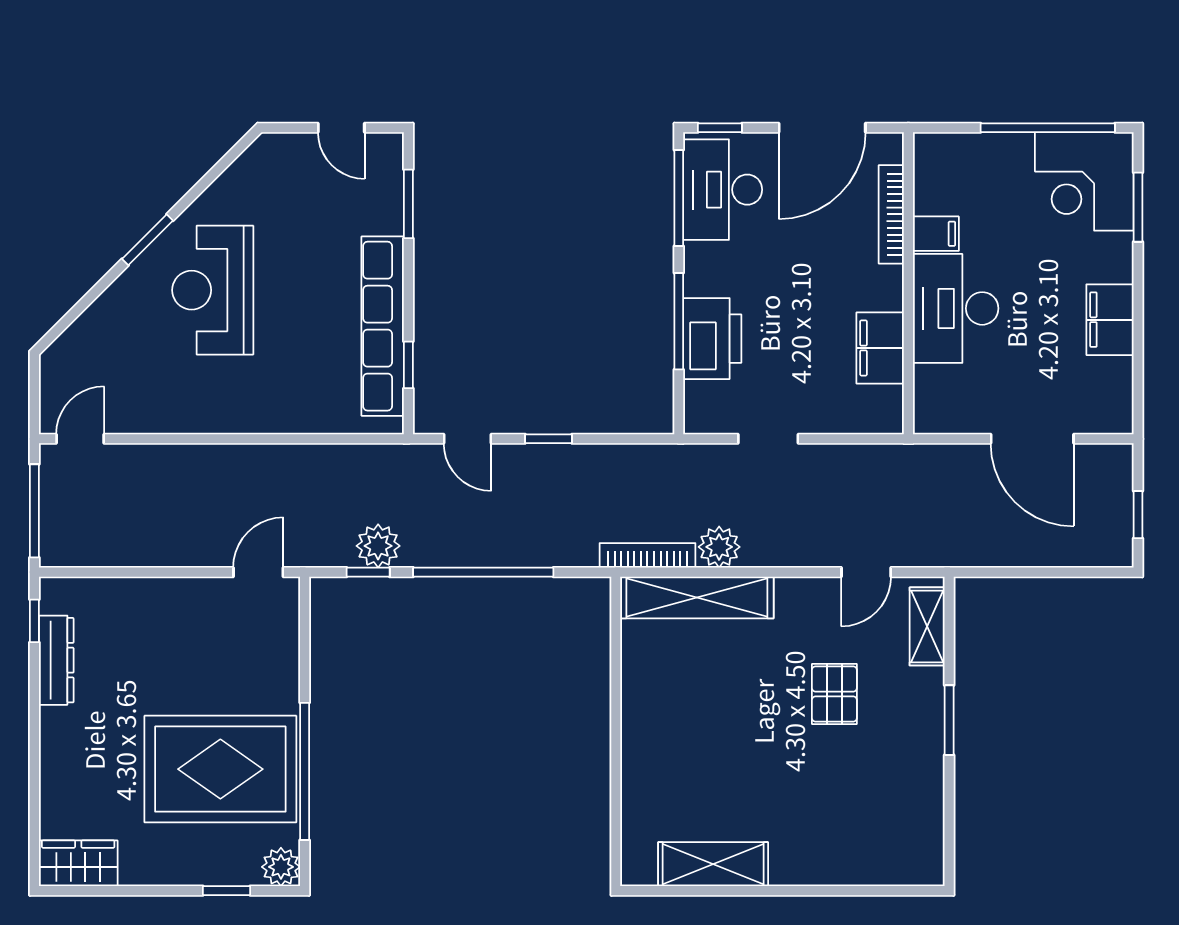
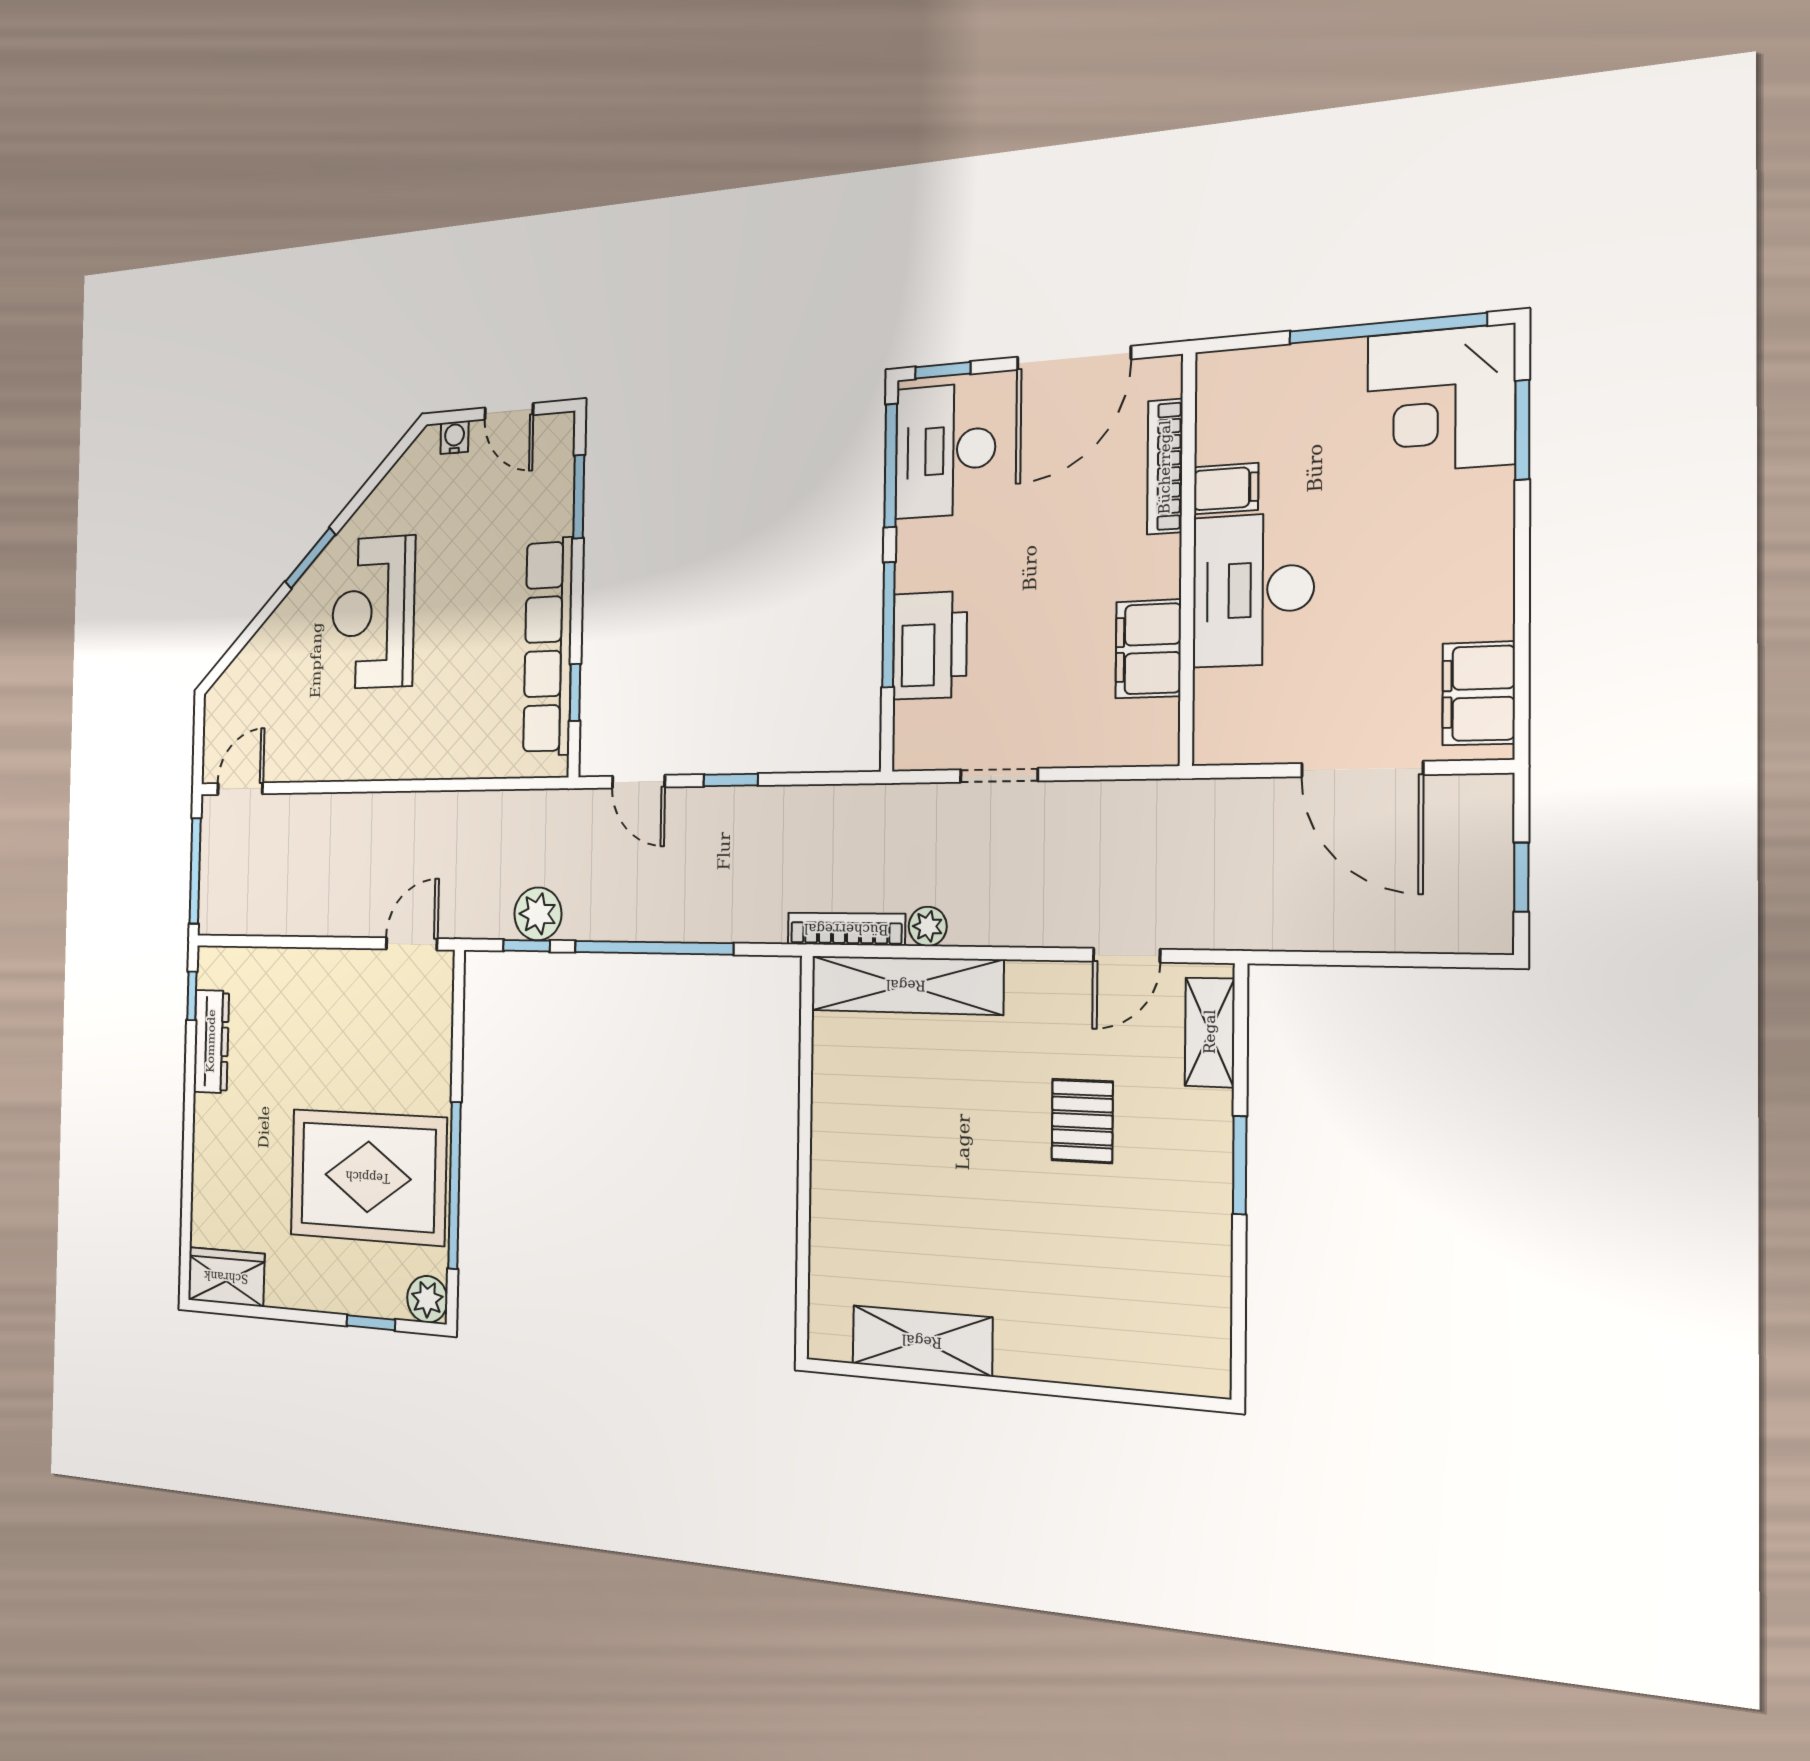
water cooler: (289, 145) -> (454, 437), added
filing cabinet: (1110, 320) -> (1479, 693), moved
plant: (719, 547) -> (928, 926), width x0.73, depth x0.73

